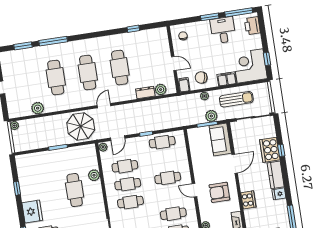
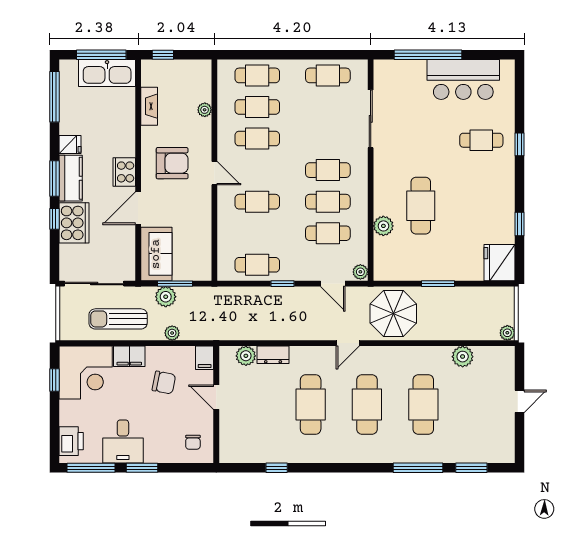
chair: (201, 78) -> (164, 383), moved
door: (118, 138) -> (333, 284), swing flipped
window: (285, 173) -> (54, 179), added
cooker: (248, 200) -> (124, 172), moved
fridge: (32, 211) -> (499, 263), moved

